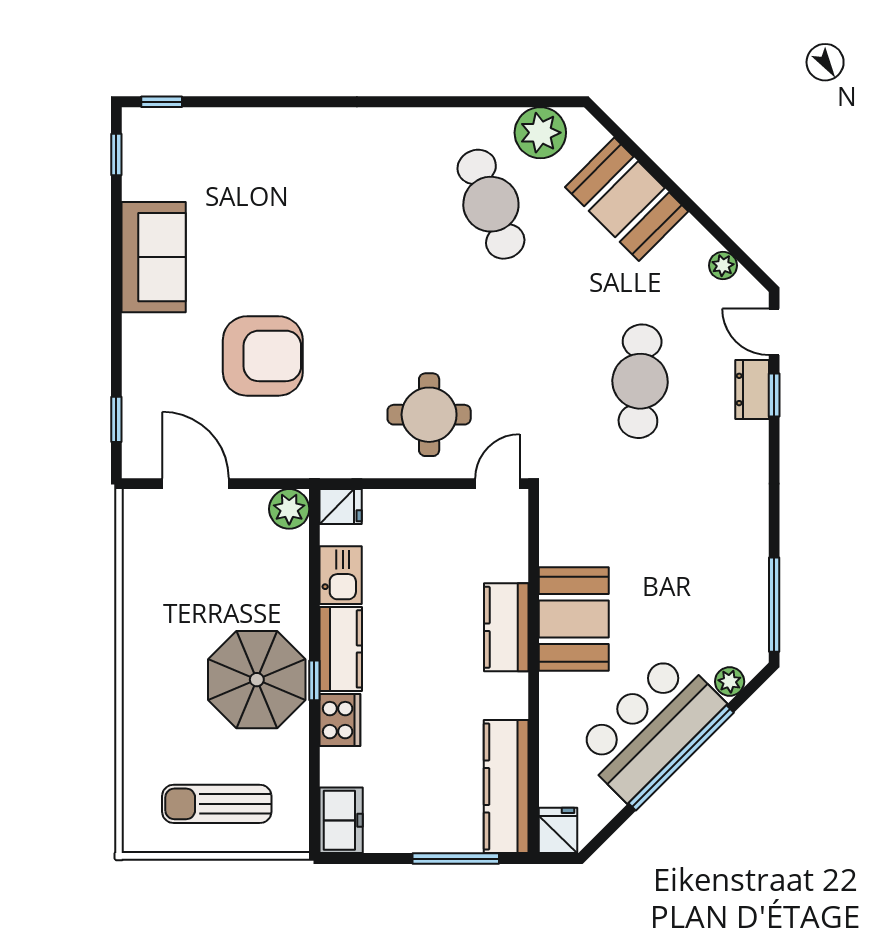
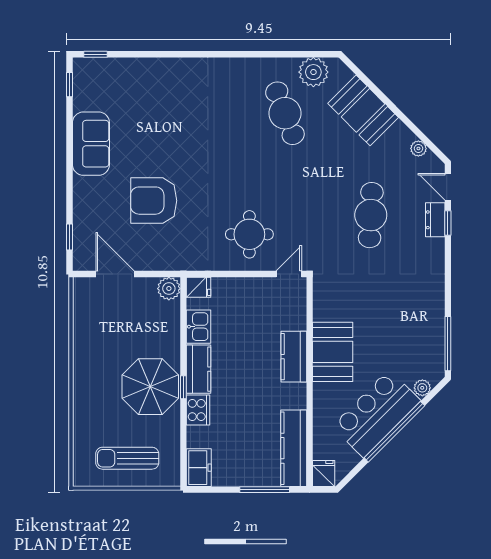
armchair: (263, 356) -> (154, 201), turned 180

